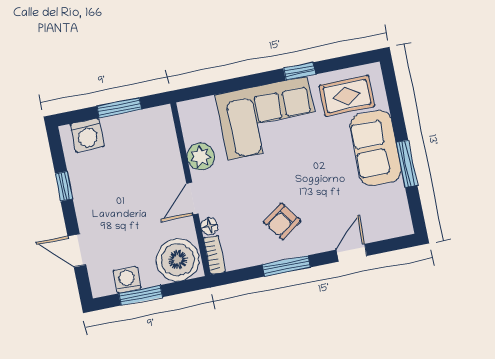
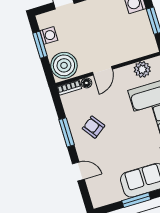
plant: (201, 156) -> (142, 69), moved
door: (192, 198) -> (102, 71), swing flipped

